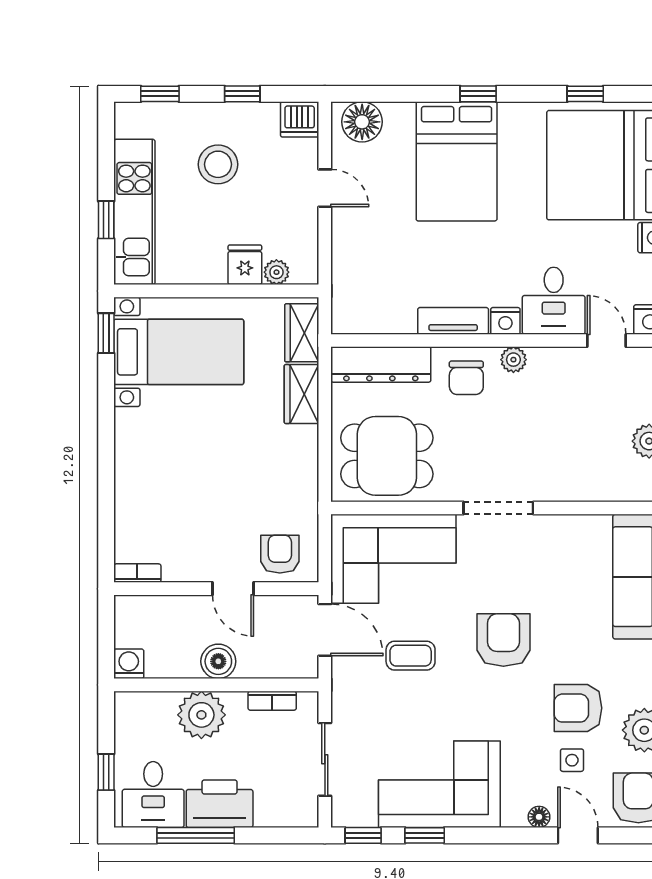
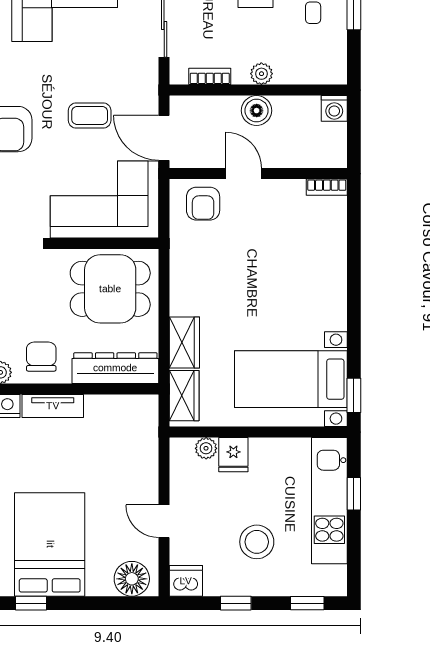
plant: (201, 715) -> (261, 74), width x0.53, depth x0.53

